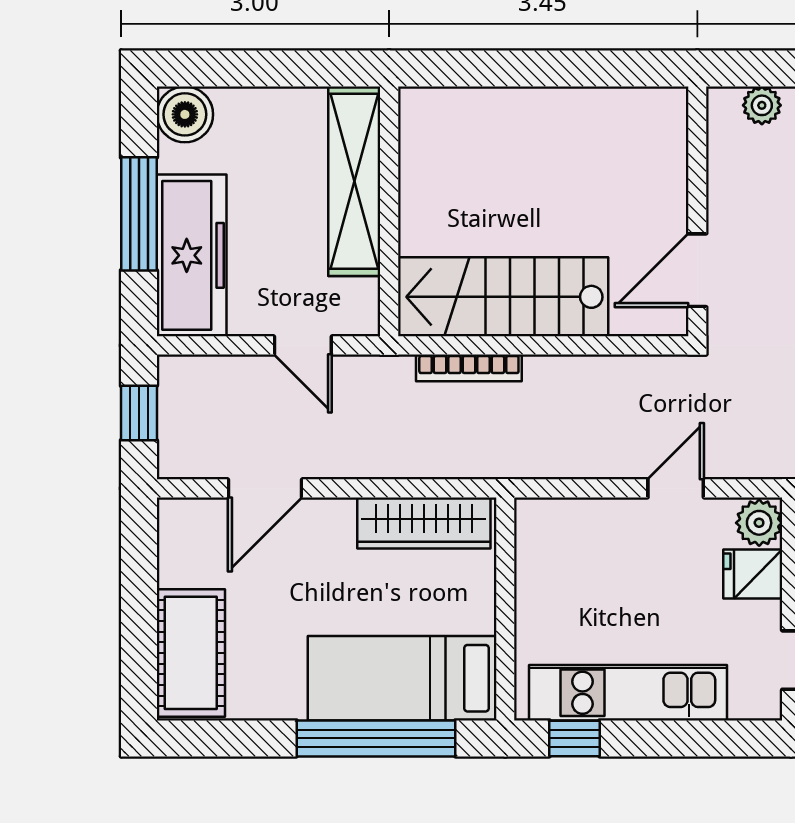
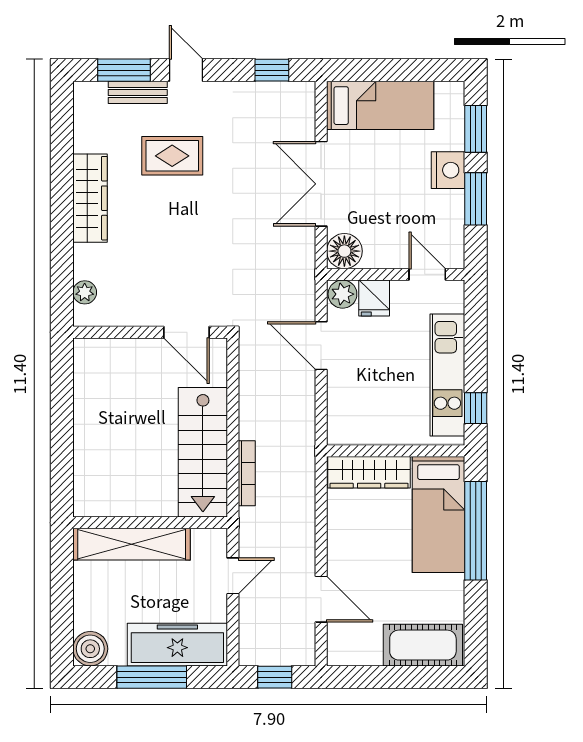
door: (676, 488) -> (321, 346), width x1.38
wardrobe: (424, 523) -> (369, 472), moved, turned 90

